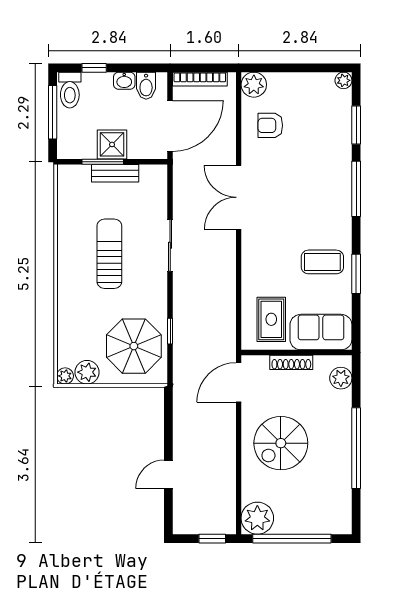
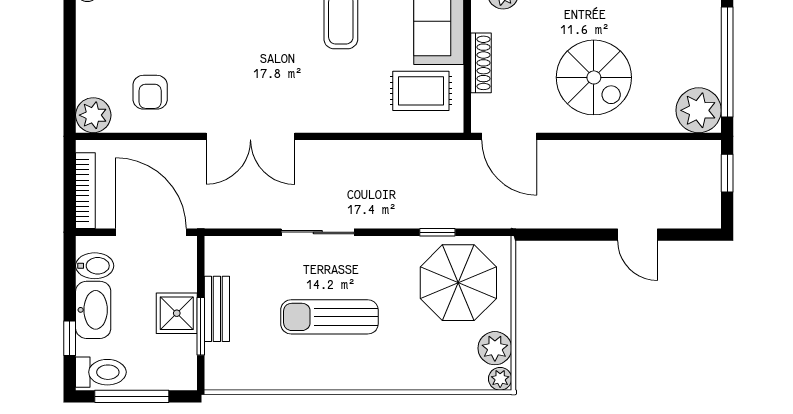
washbasin: (124, 81) -> (93, 310), width x1.91, depth x1.45

